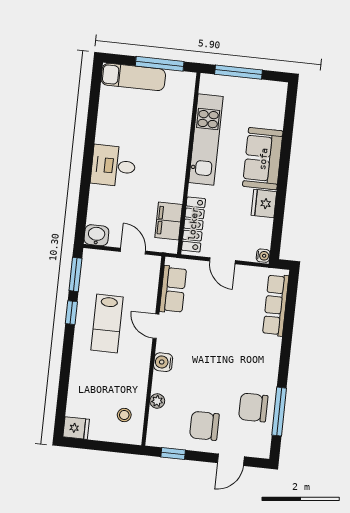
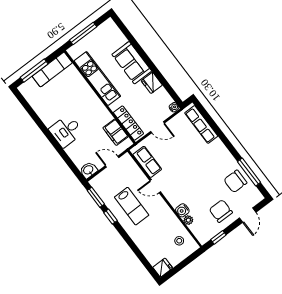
window: (160, 64) -> (34, 71), moved
exam couch: (133, 77) -> (52, 69), moved
water cooler: (163, 362) -> (182, 210), moved
chair: (204, 426) -> (221, 211), turned 90

